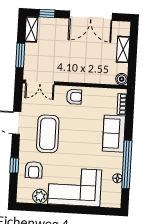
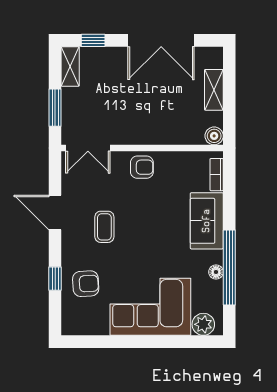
coffee table: (48, 134) -> (104, 227), width x0.54, depth x0.58
armchair: (34, 170) -> (86, 284), turned -93
floor lamp: (117, 178) -> (216, 272), moved
plant: (40, 196) -> (203, 324), moved

